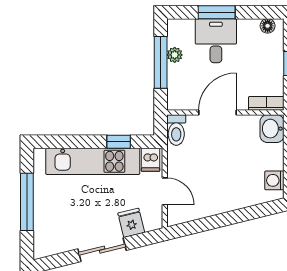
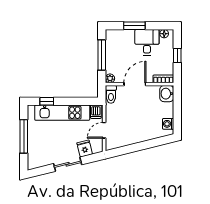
desk: (216, 41) -> (147, 42), moved
plant: (175, 55) -> (110, 78), moved
window: (119, 142) -> (47, 101), moved
door: (165, 191) -> (104, 130), swing flipped

